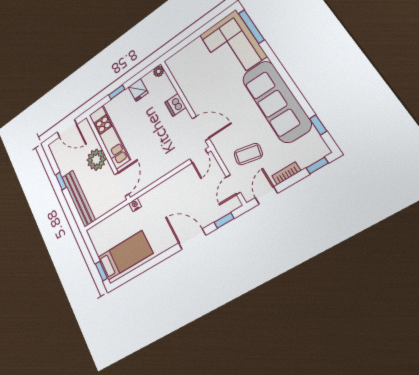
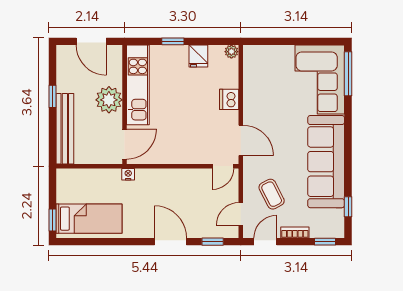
coffee table: (248, 154) -> (272, 194), turned 51

